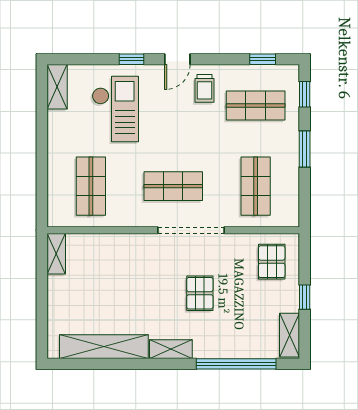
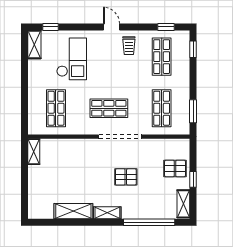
window: (132, 59) -> (50, 27), moved
door: (177, 59) -> (111, 27), swing flipped
shop shelf: (256, 106) -> (162, 57), turned 90
window: (305, 149) -> (193, 111), moved
pallet: (272, 262) -> (175, 168), moved, turned 90
pallet: (200, 293) -> (126, 177), turned 90
shelving: (104, 347) -> (73, 211), width x0.68

